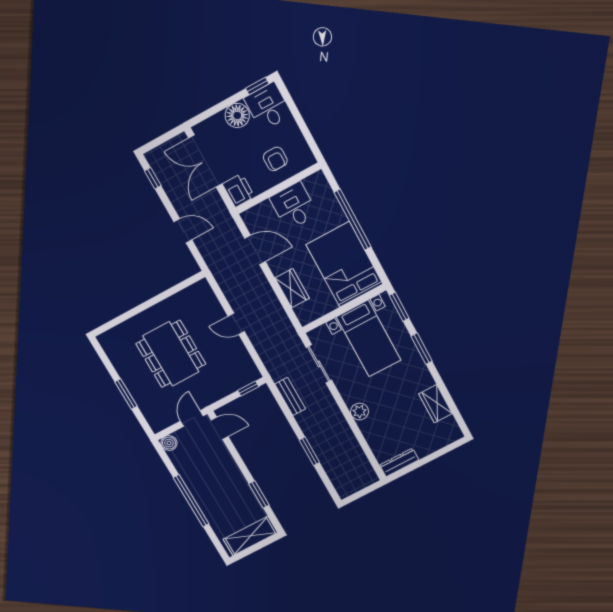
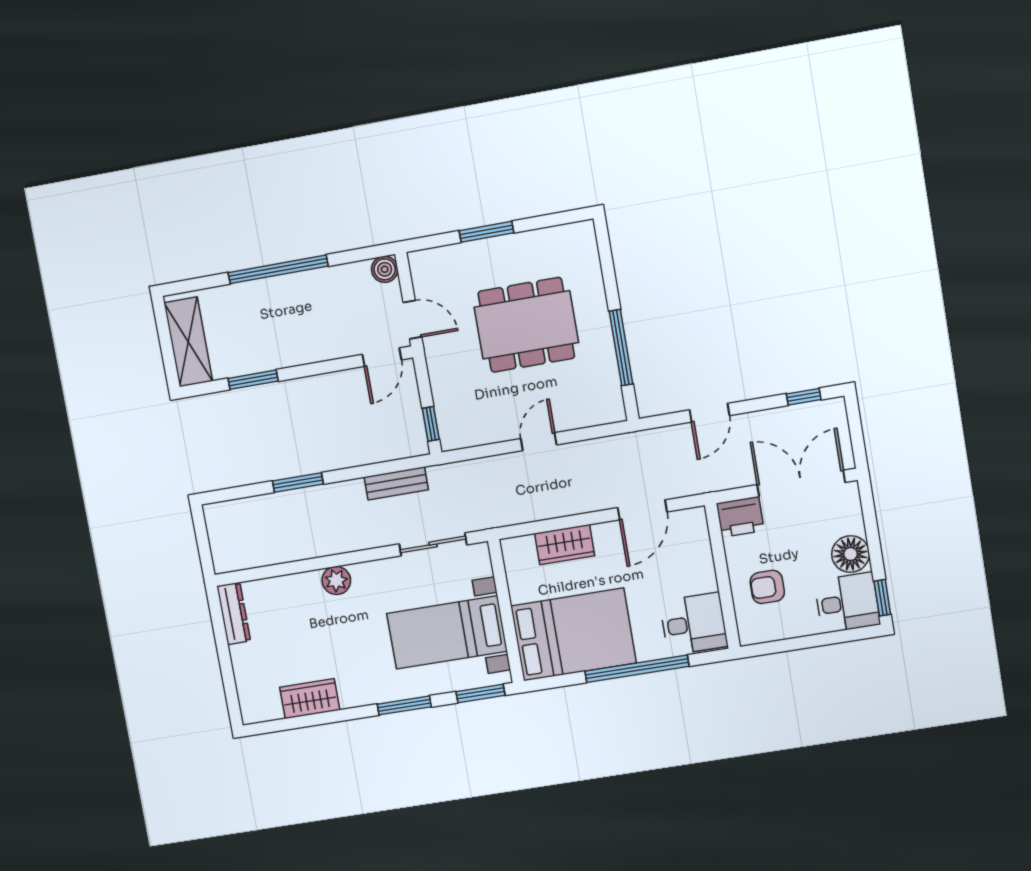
desk: (294, 206) -> (694, 624), moved
window: (164, 295) -> (621, 348), added

